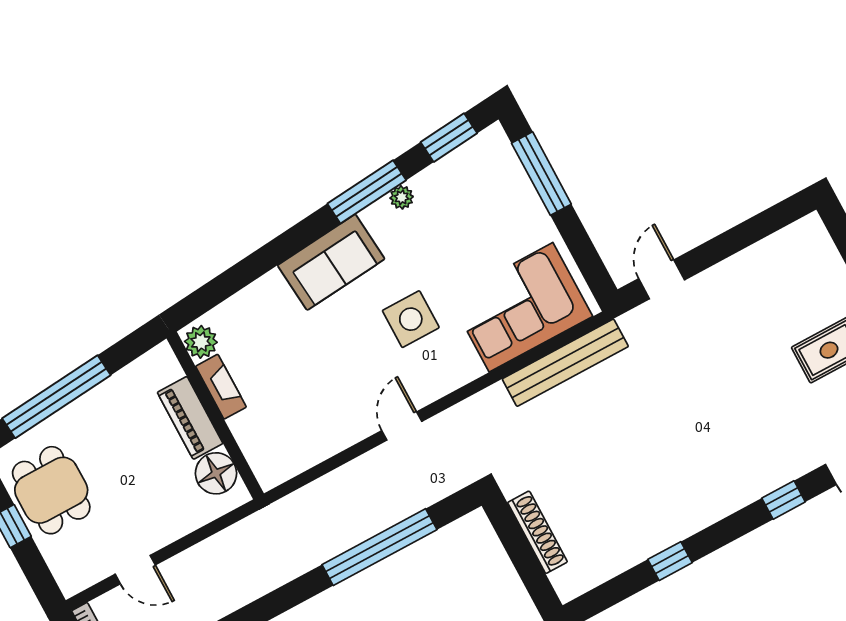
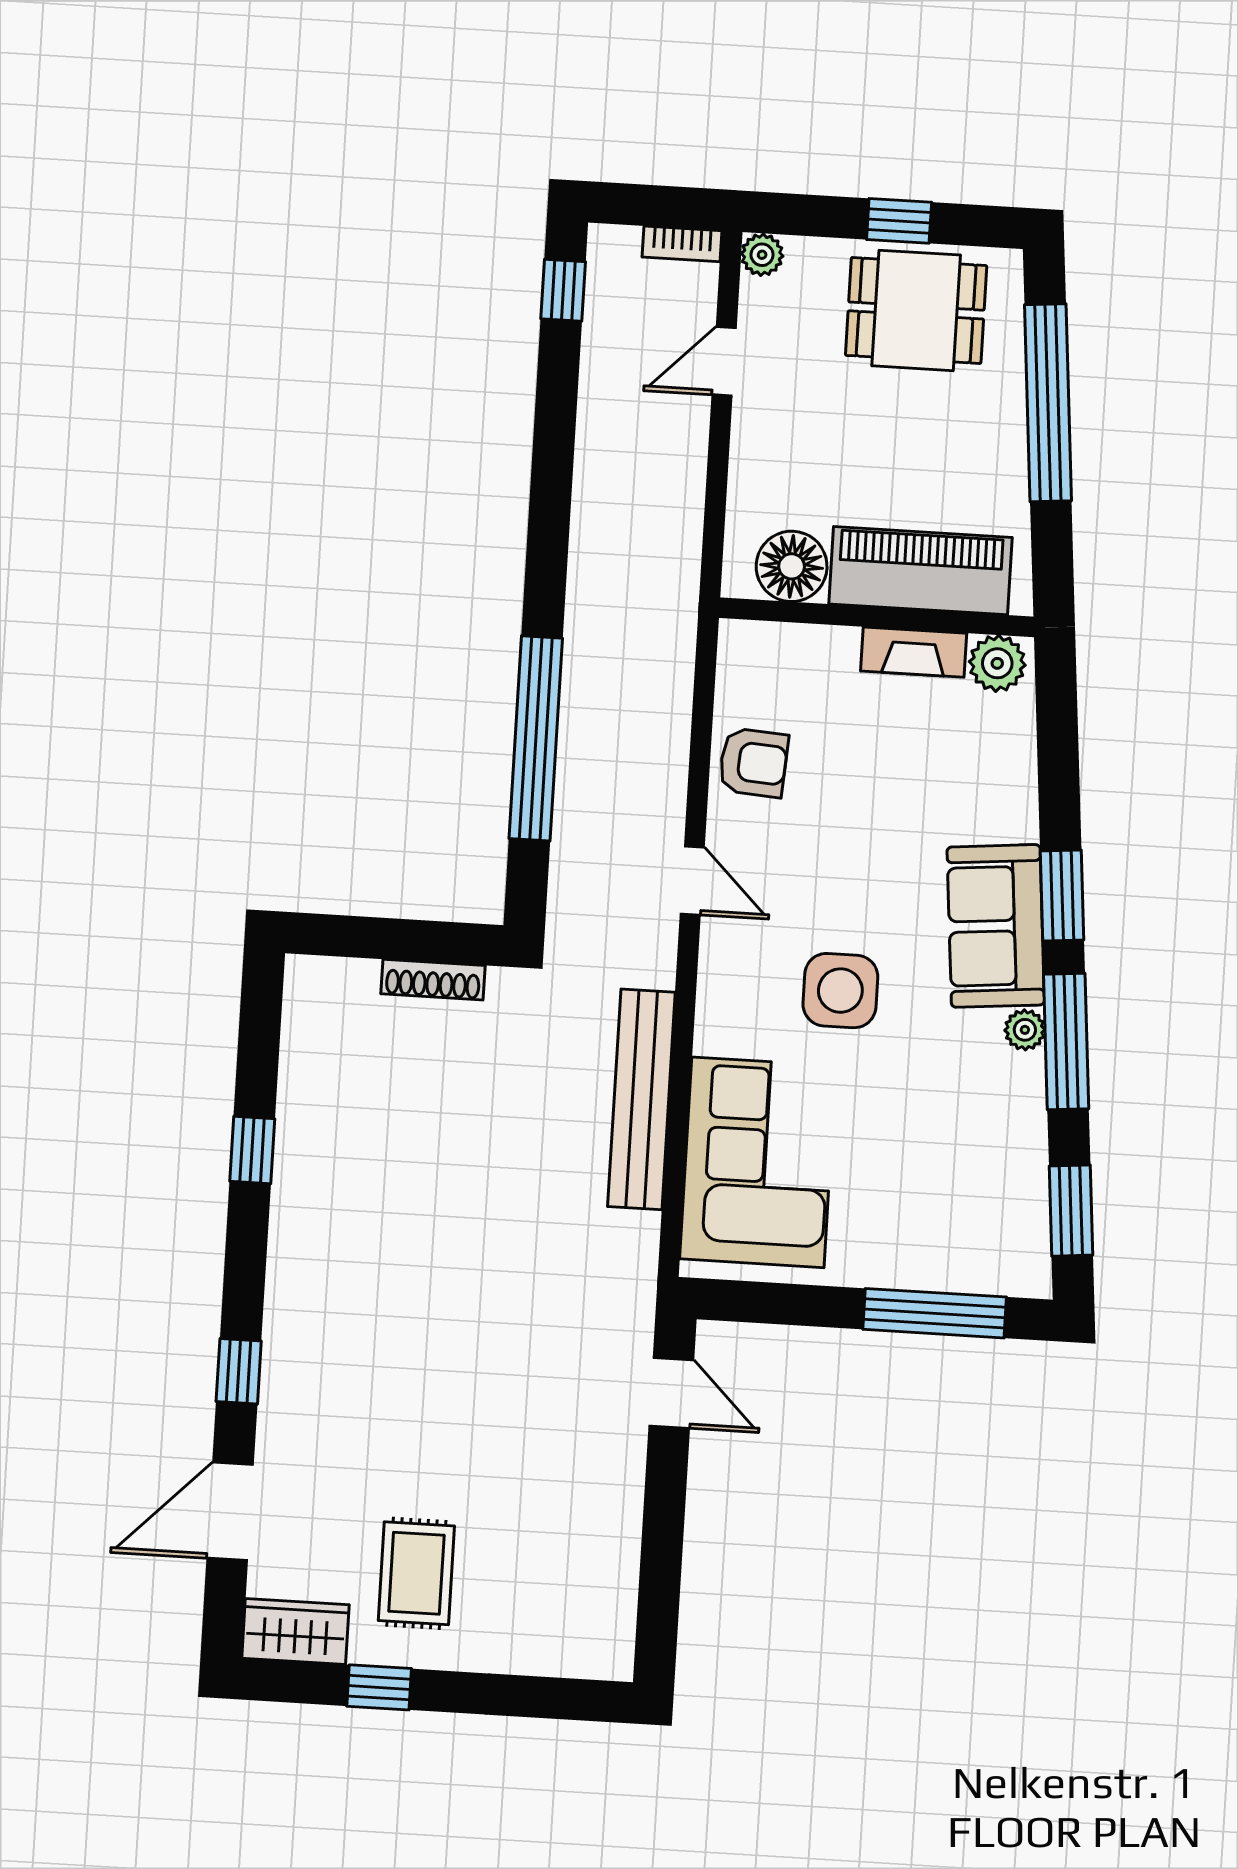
plant: (402, 197) -> (1025, 1030), moved
window: (296, 239) -> (1062, 896), added
bench: (565, 363) -> (641, 1099), moved
piano: (190, 418) -> (920, 571), width x1.37, depth x1.33
armchair: (325, 432) -> (753, 763), added
shoe rack: (537, 532) -> (433, 980), width x0.74, depth x0.81
plant: (71, 583) -> (762, 255), added

